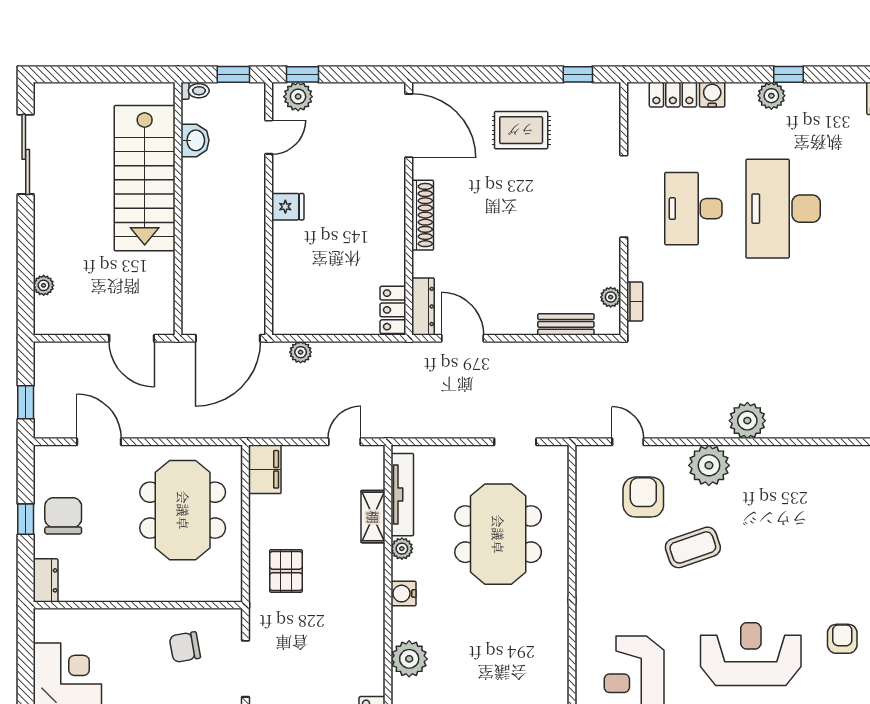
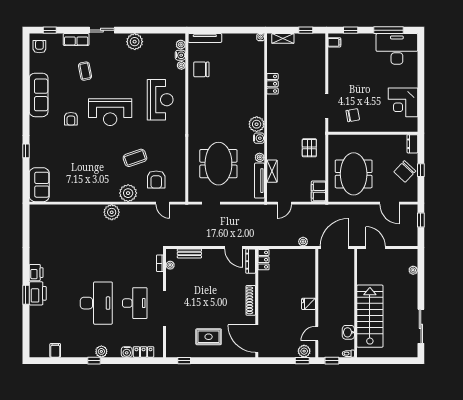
chair: (63, 516) -> (405, 171), turned 43
plant: (409, 659) -> (257, 124), moved

